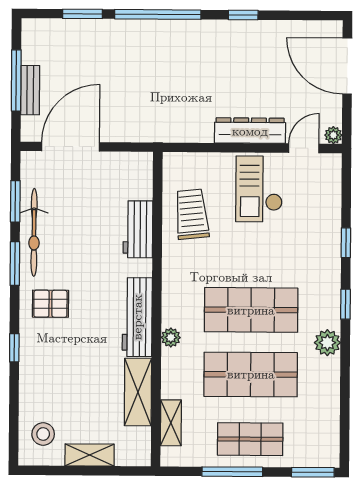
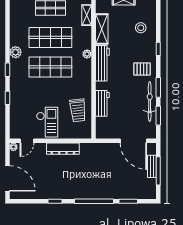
dresser: (250, 131) -> (63, 149), moved
door: (70, 147) -> (133, 141), hinge flipped
stool: (43, 434) -> (141, 28), moved

